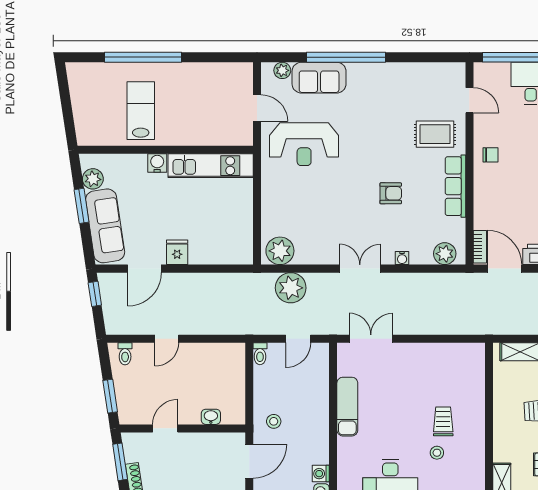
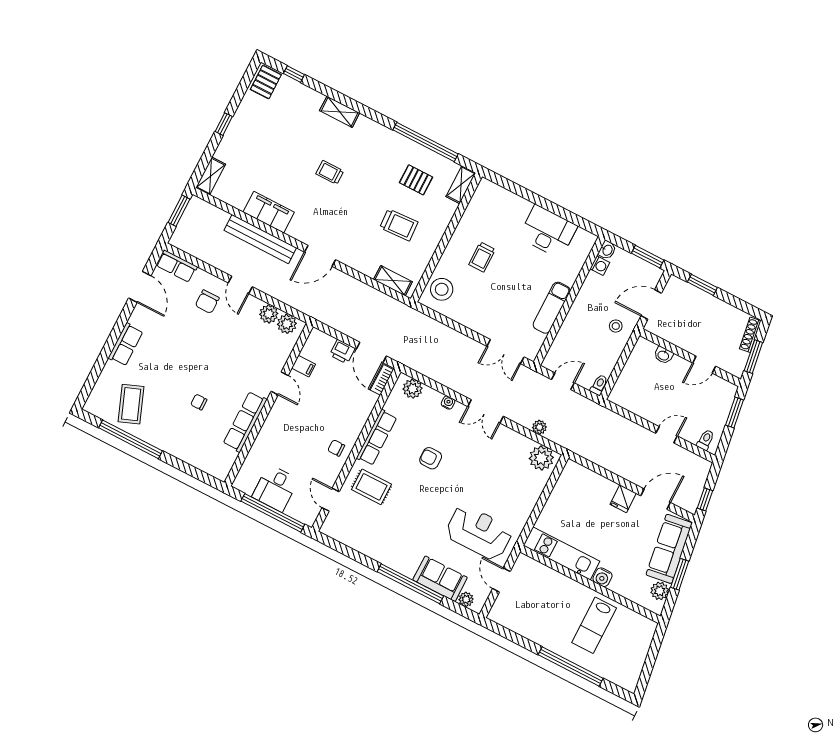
plant: (291, 288) -> (539, 427), width x0.53, depth x0.53
stool: (437, 453) -> (442, 289), moved, width x1.89, depth x1.89

